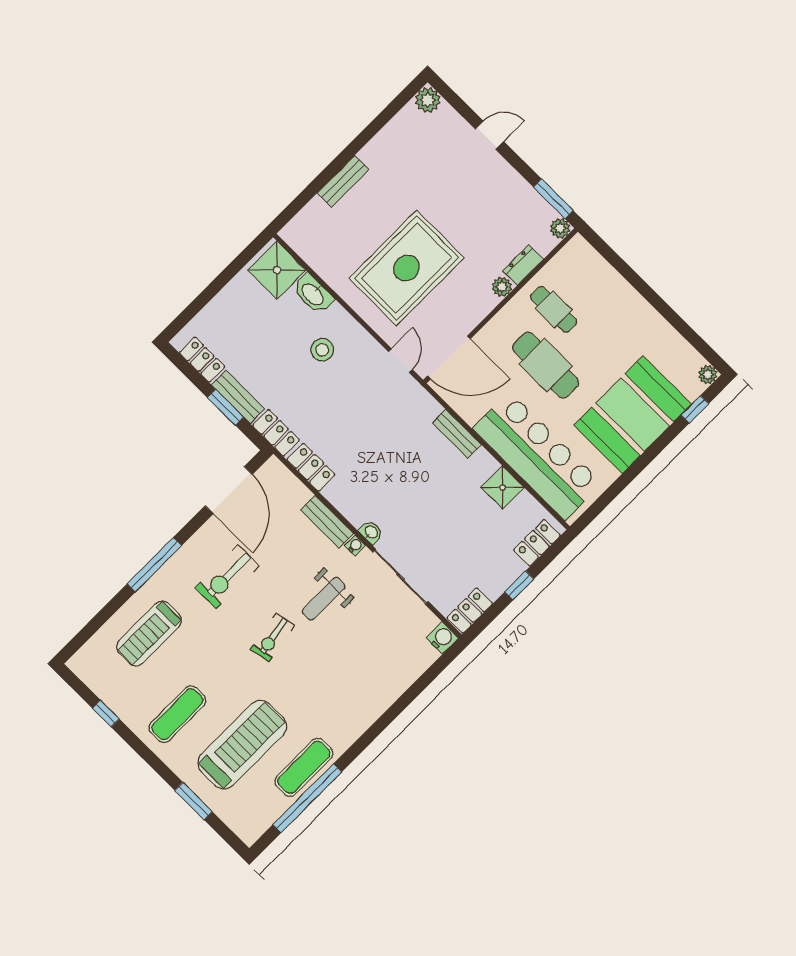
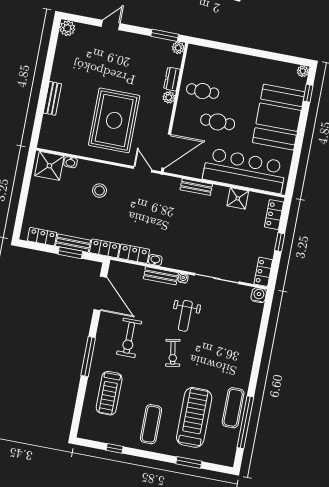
washbasin: (313, 294) -> (71, 162), width x0.52, depth x0.69
cafe table: (546, 365) -> (218, 122), width x0.73, depth x0.74
washbasin: (371, 532) -> (155, 260), moved

